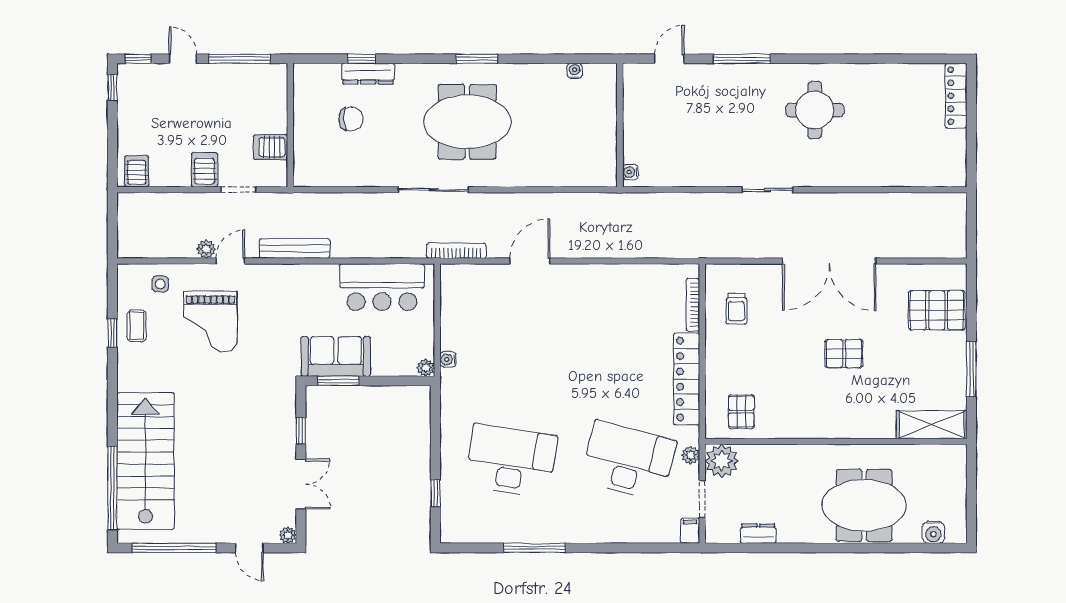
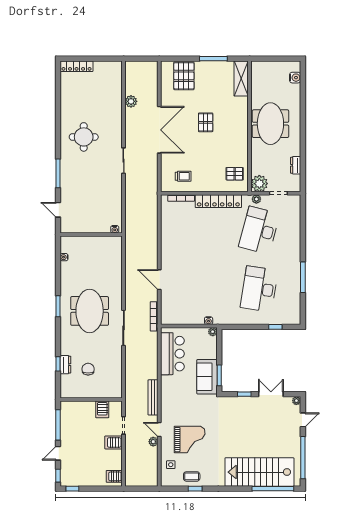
dresser: (368, 74) -> (65, 365), width x0.70
plant: (886, 205) -> (131, 101), added
meeting table: (864, 505) -> (270, 124), moved
filing cabinet: (690, 531) -> (294, 199), removed

